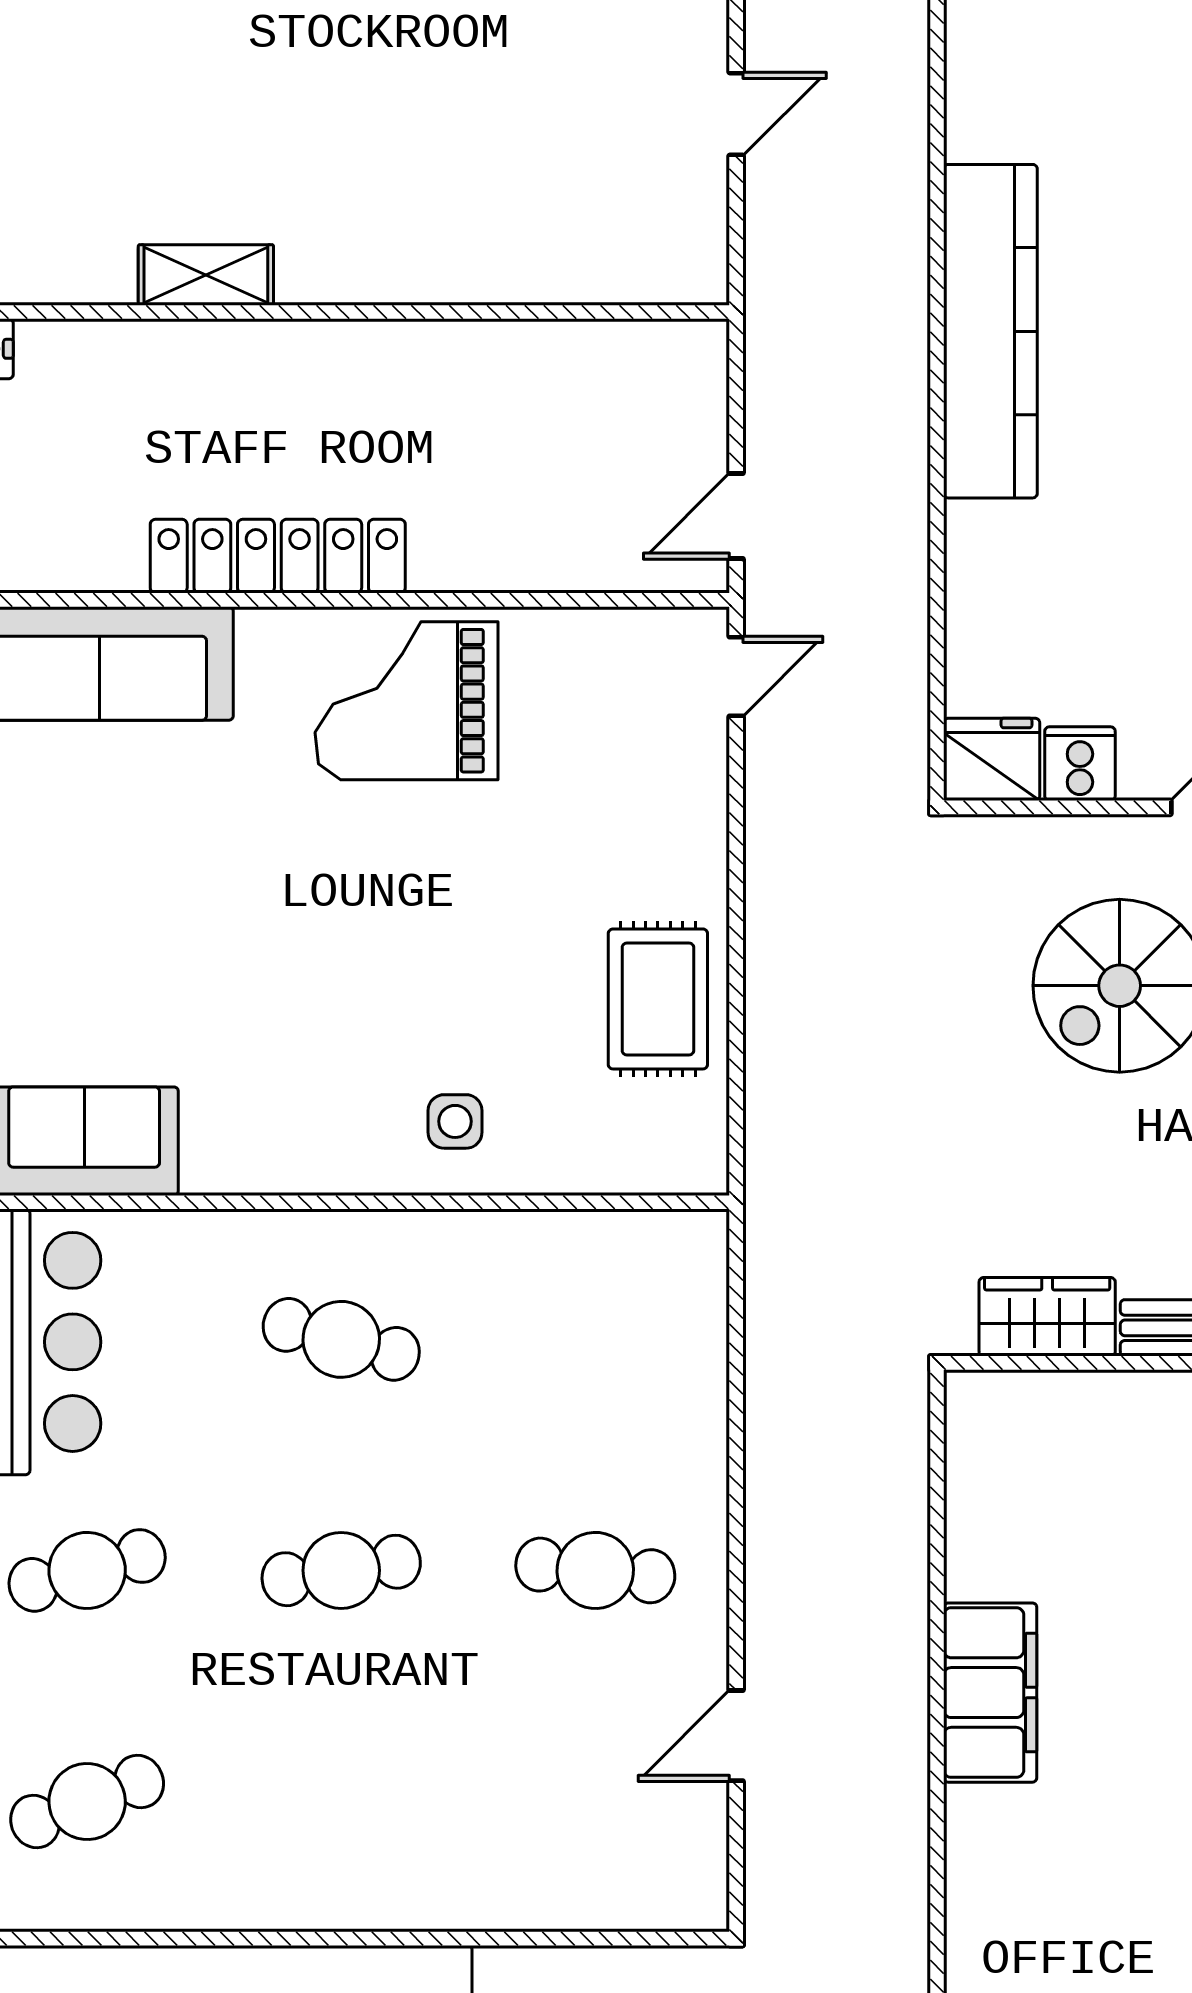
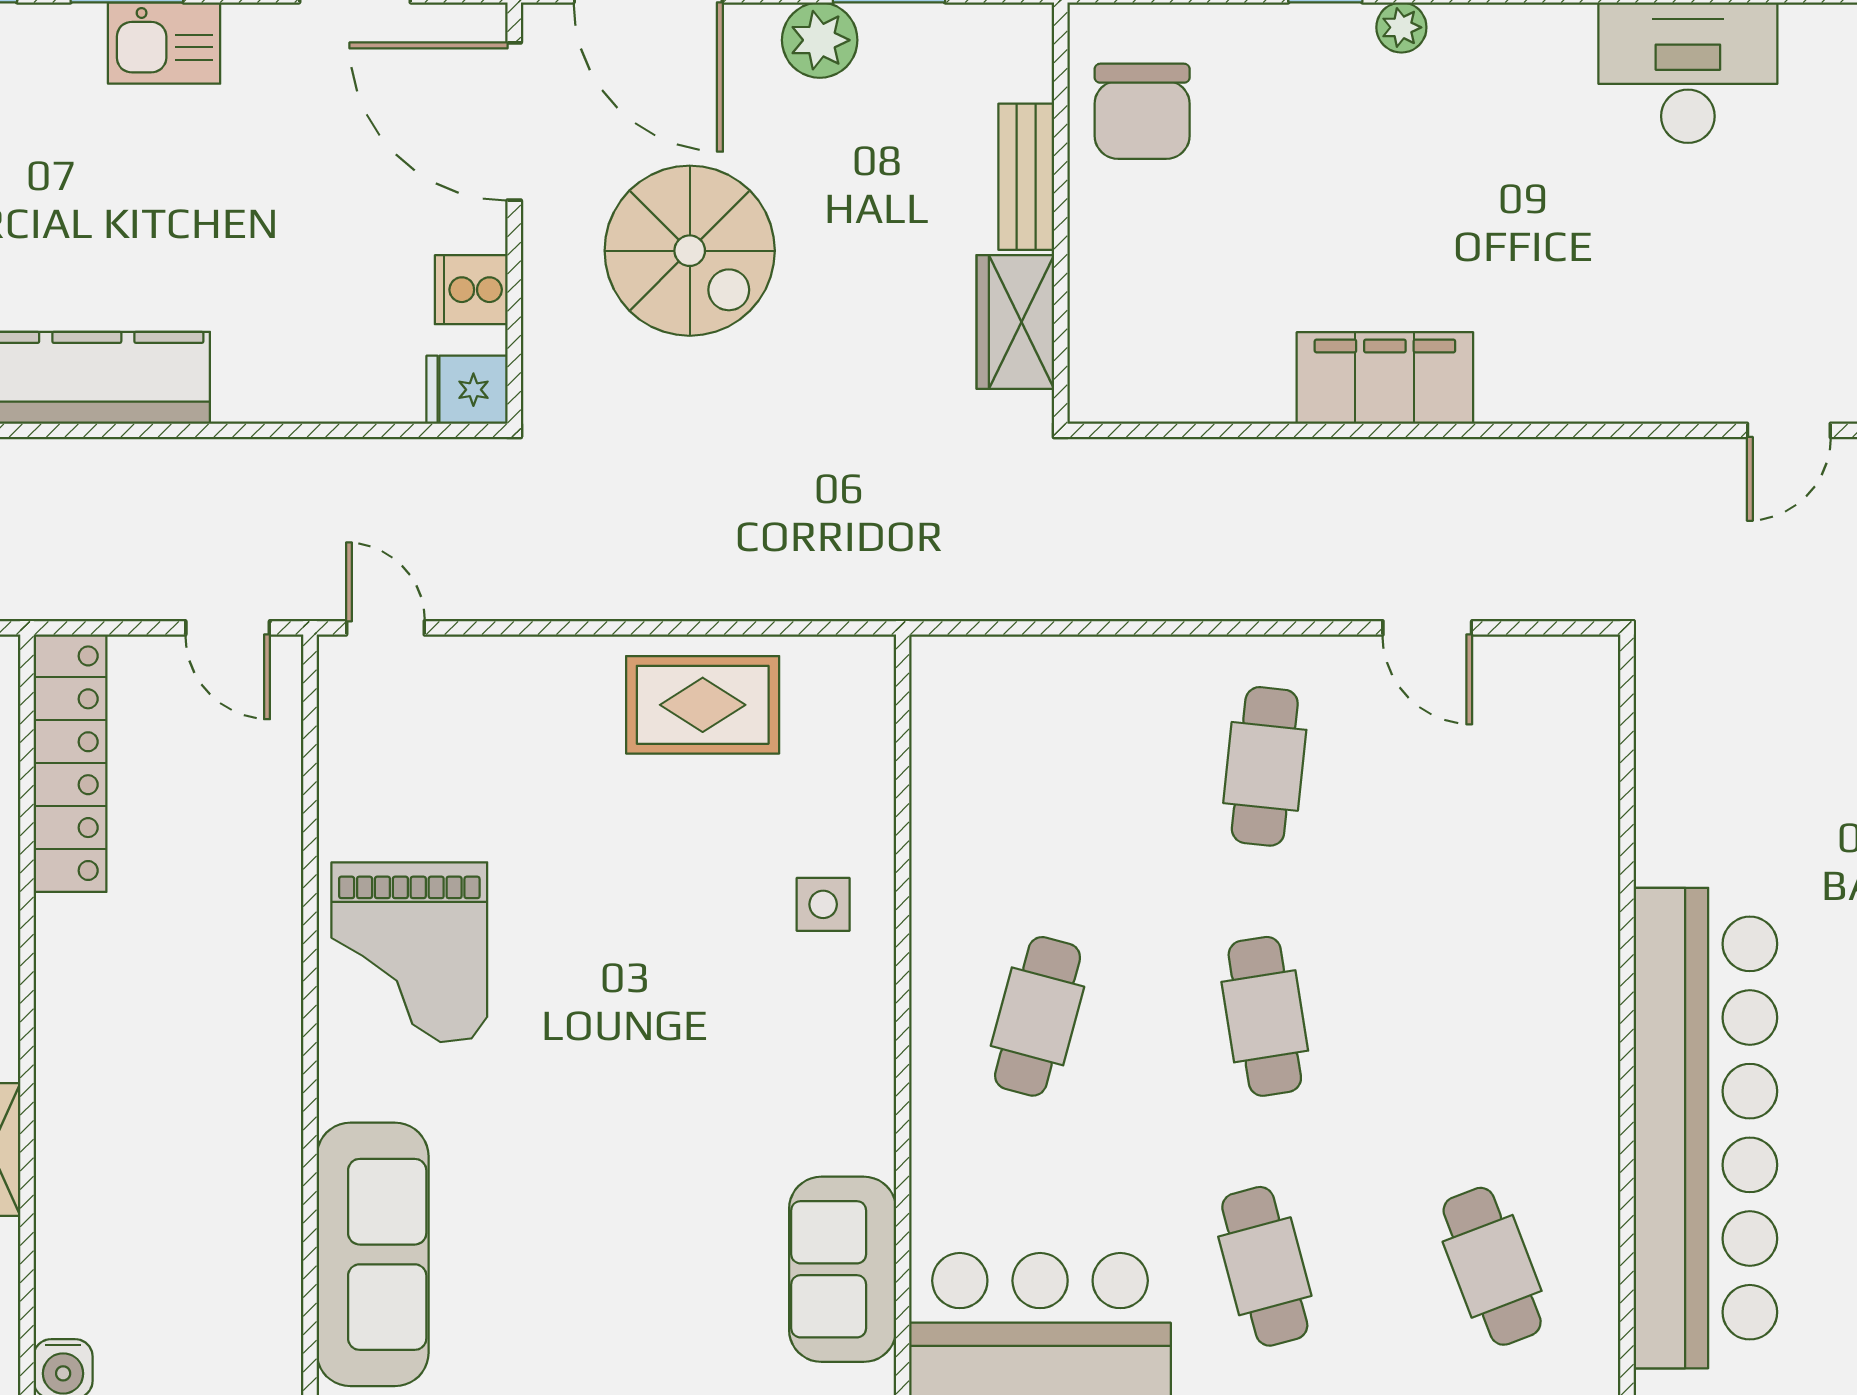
locker: (278, 556) -> (70, 763), moved, turned 180
fridge: (992, 759) -> (467, 390), width x0.72

